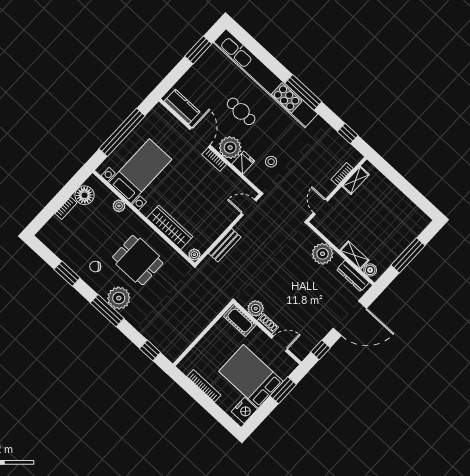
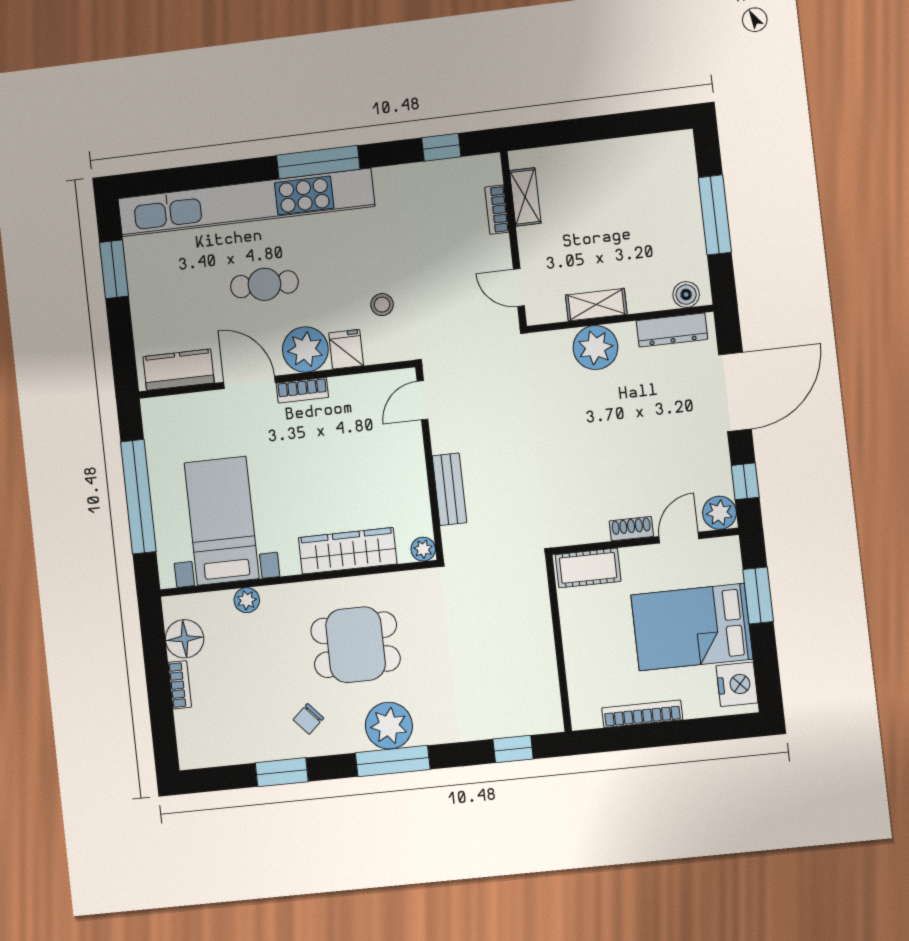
shelving: (354, 255) -> (596, 305), moved
plant: (256, 308) -> (719, 513), moved

